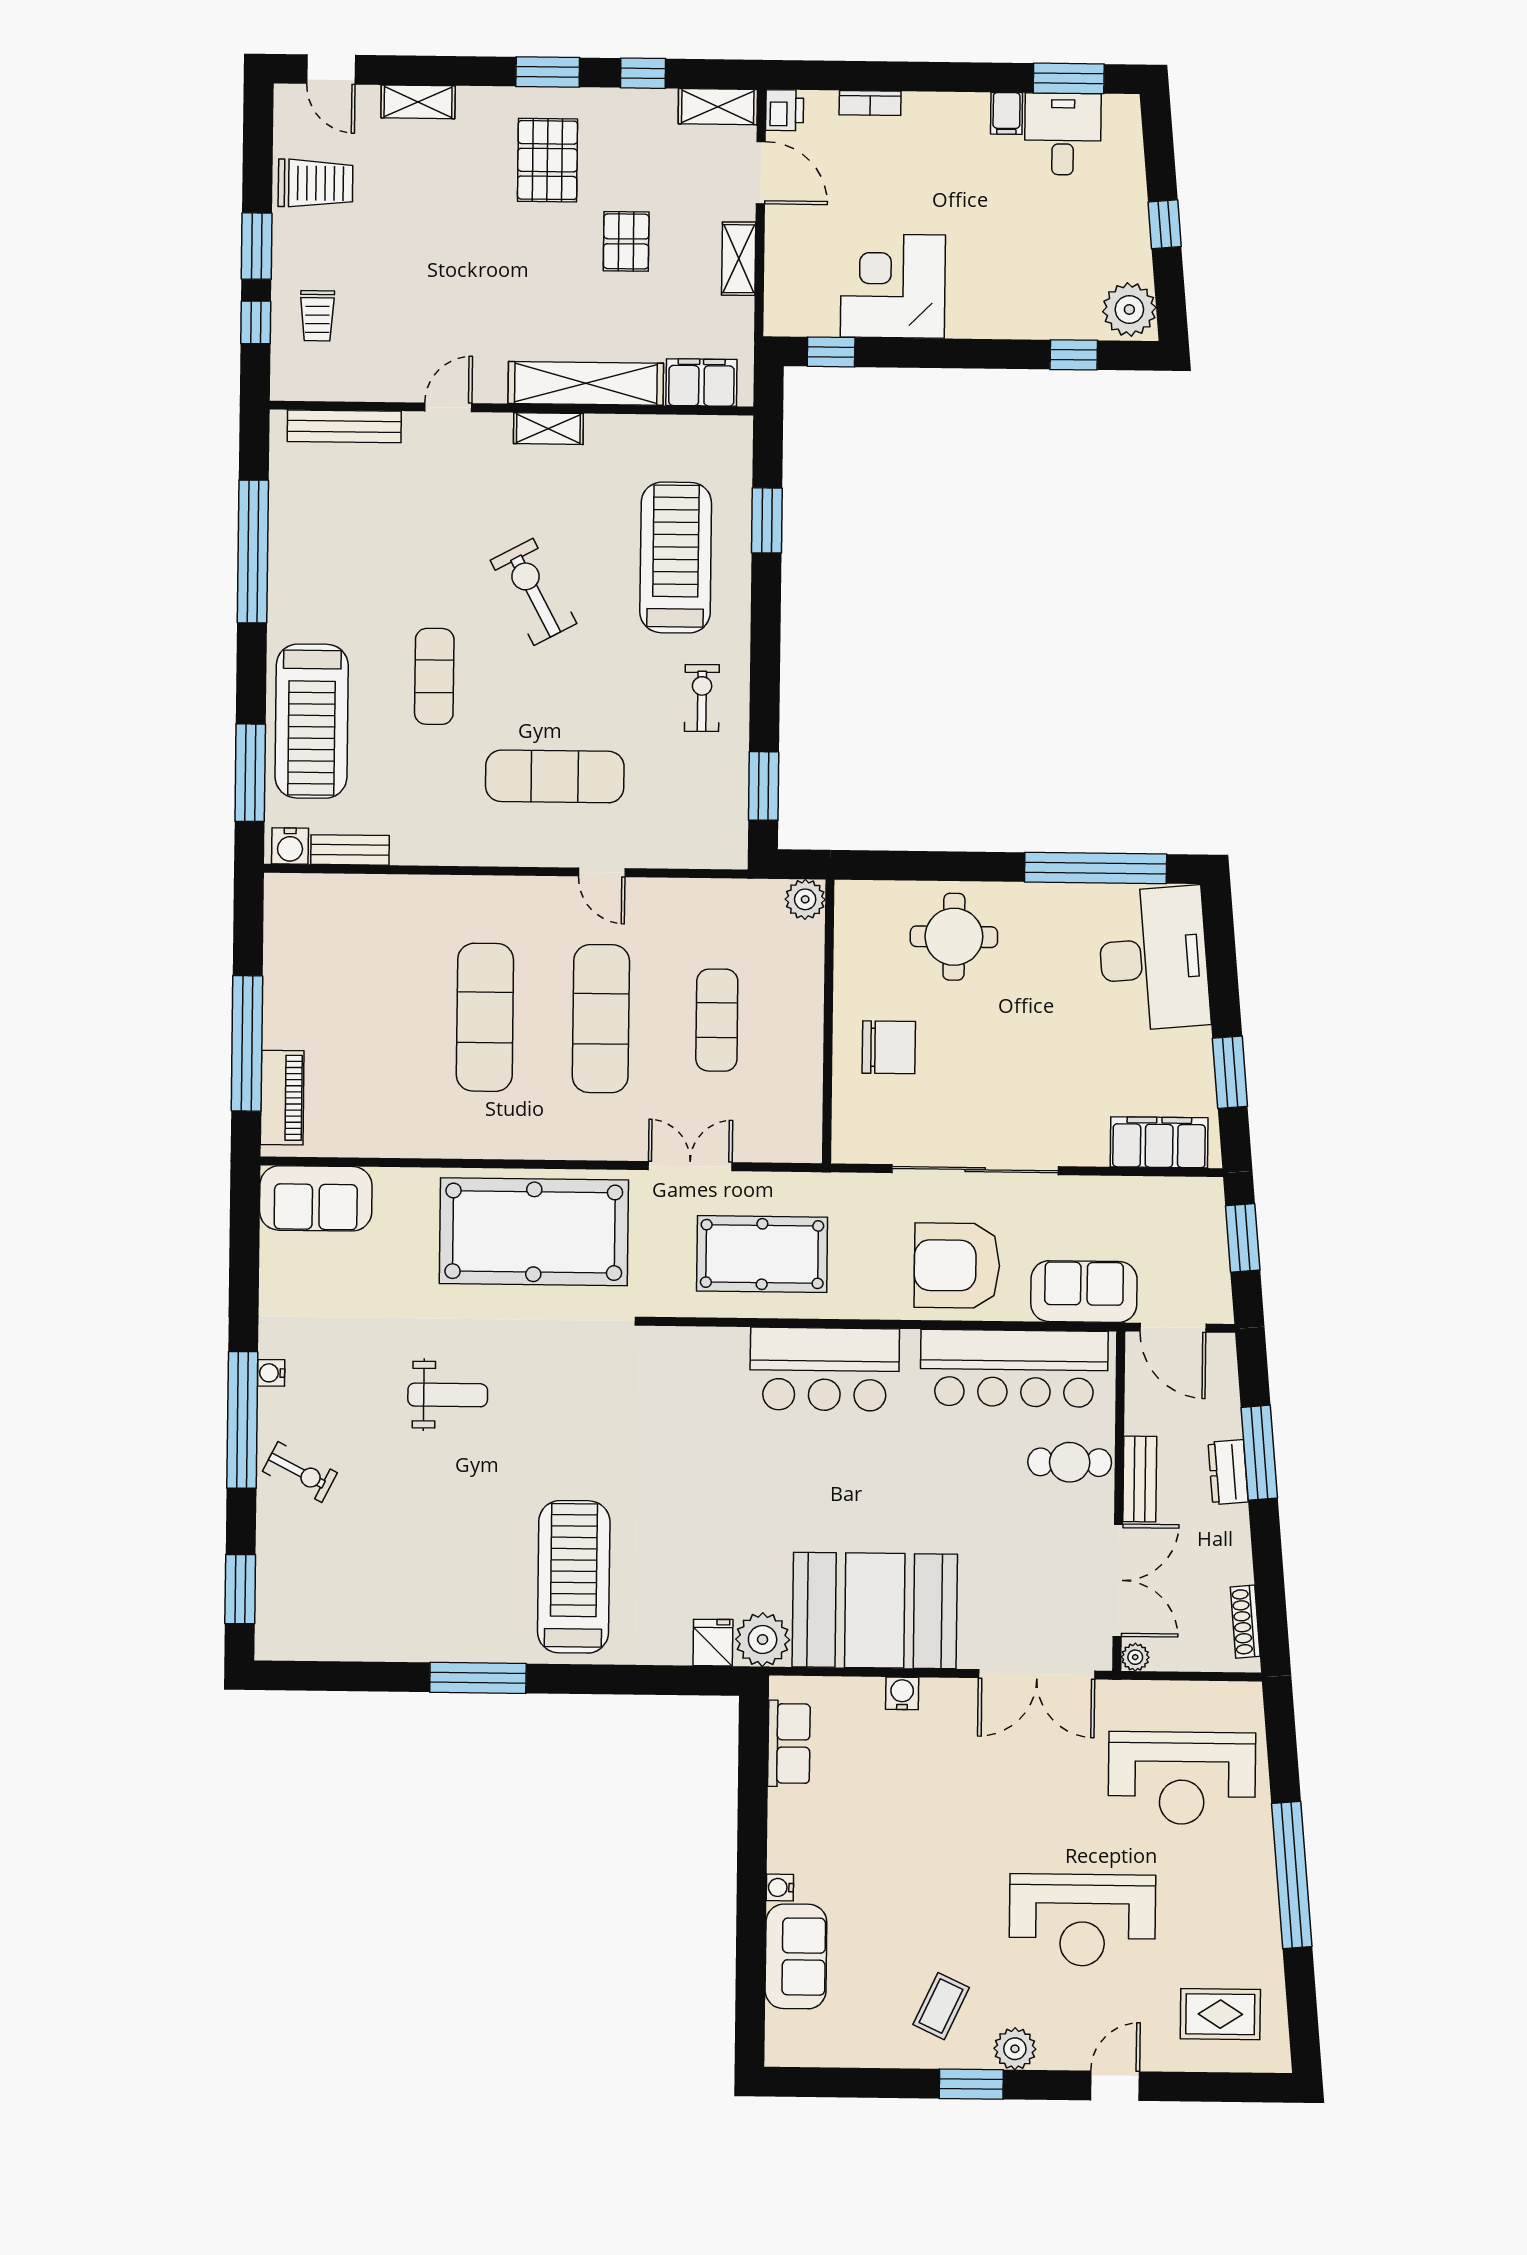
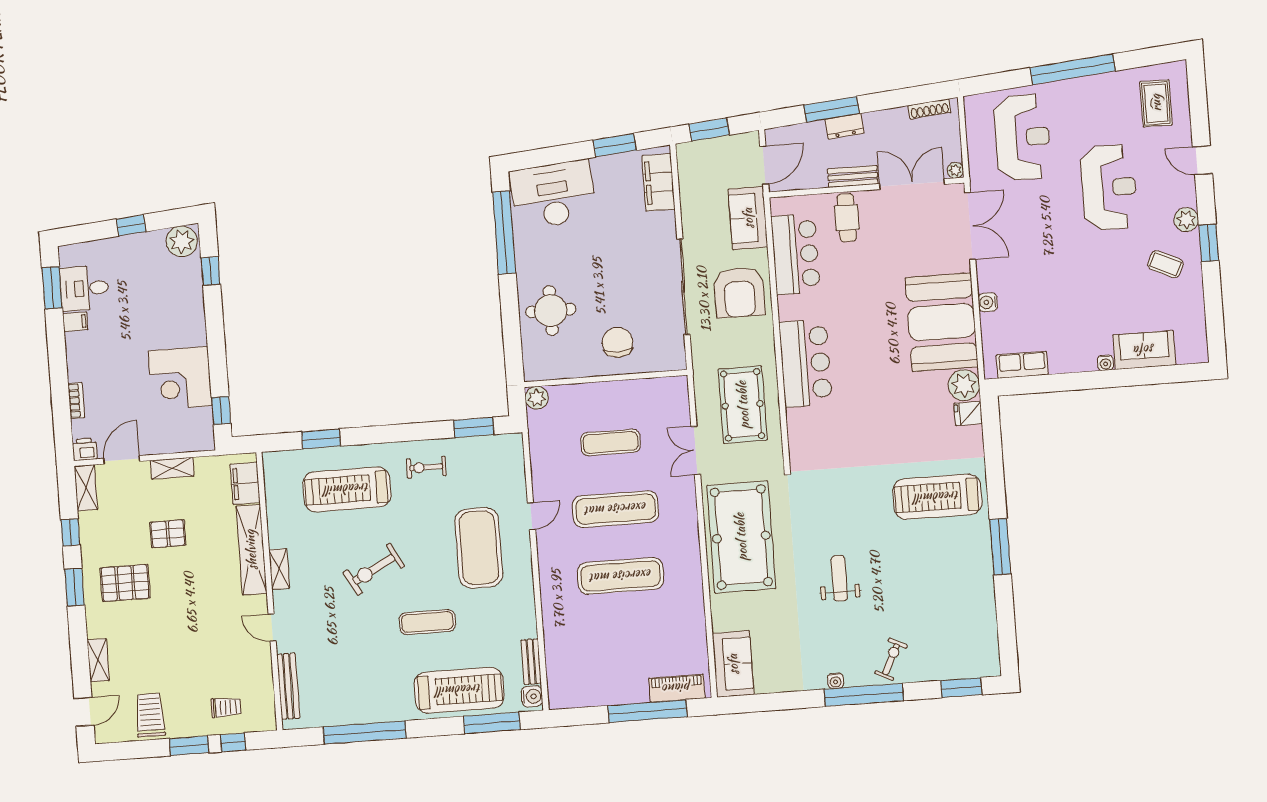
exercise mat: (555, 776) -> (479, 548), width x1.47
bar counter: (1014, 1368) -> (796, 254), width x0.73

